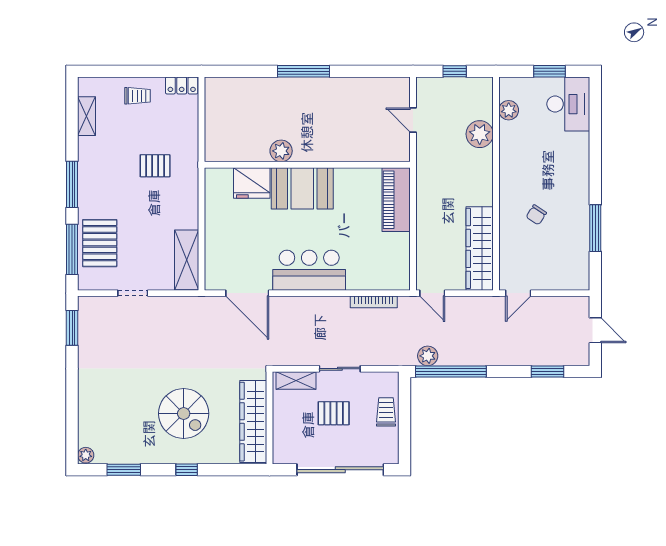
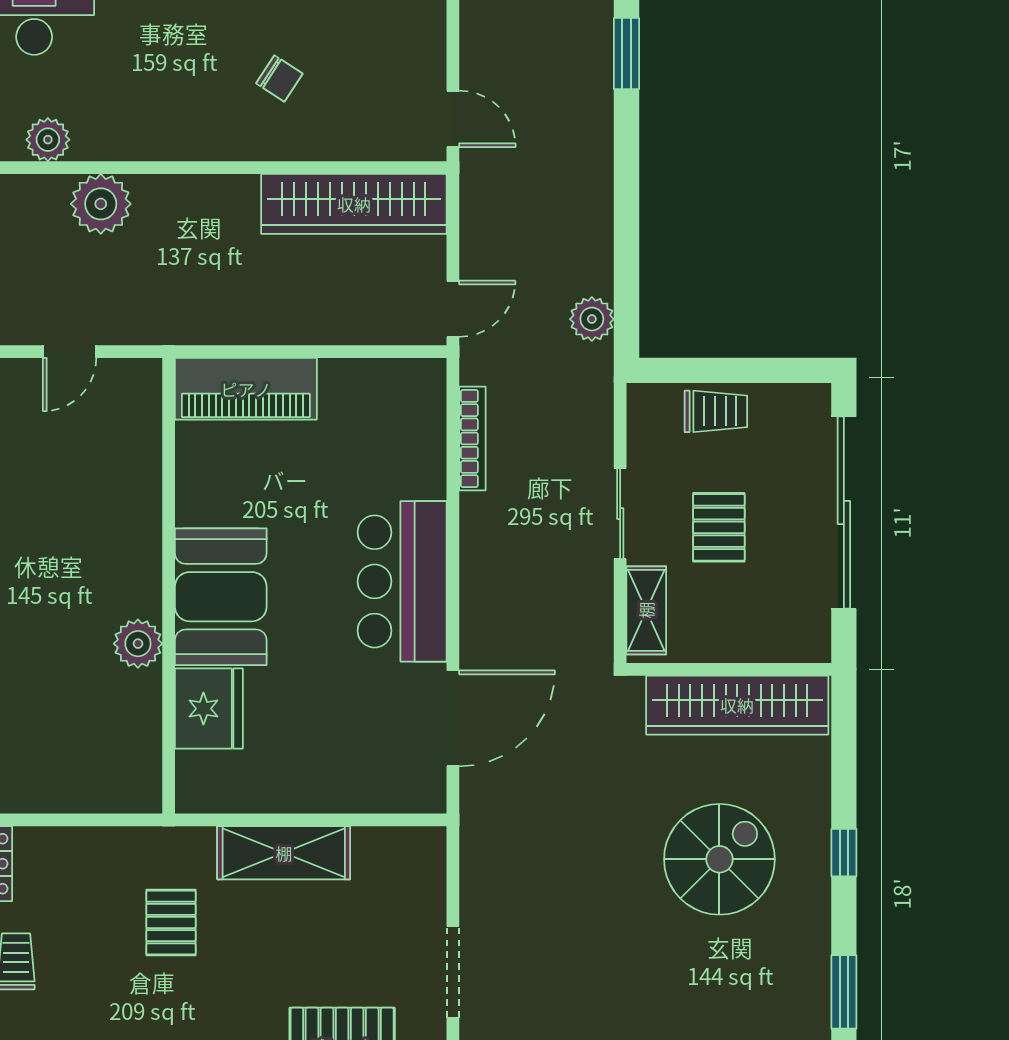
shelving: (187, 260) -> (284, 853), moved
doorway: (133, 293) -> (453, 972), width x1.38
window: (451, 372) -> (626, 268), removed
trolley: (386, 412) -> (716, 411), turned 180

